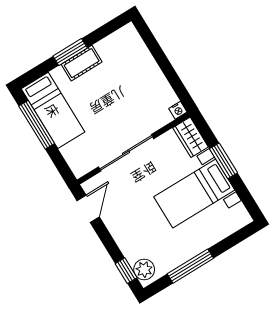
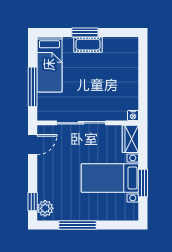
window: (37, 125) -> (33, 87), moved
window: (224, 161) -> (143, 183), moved

